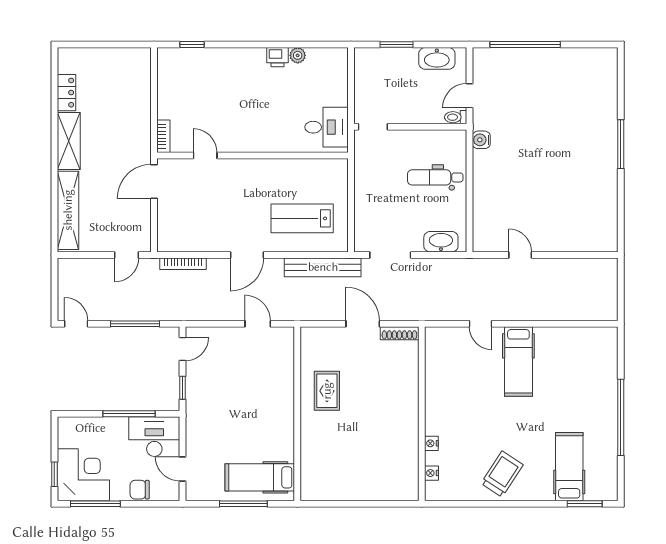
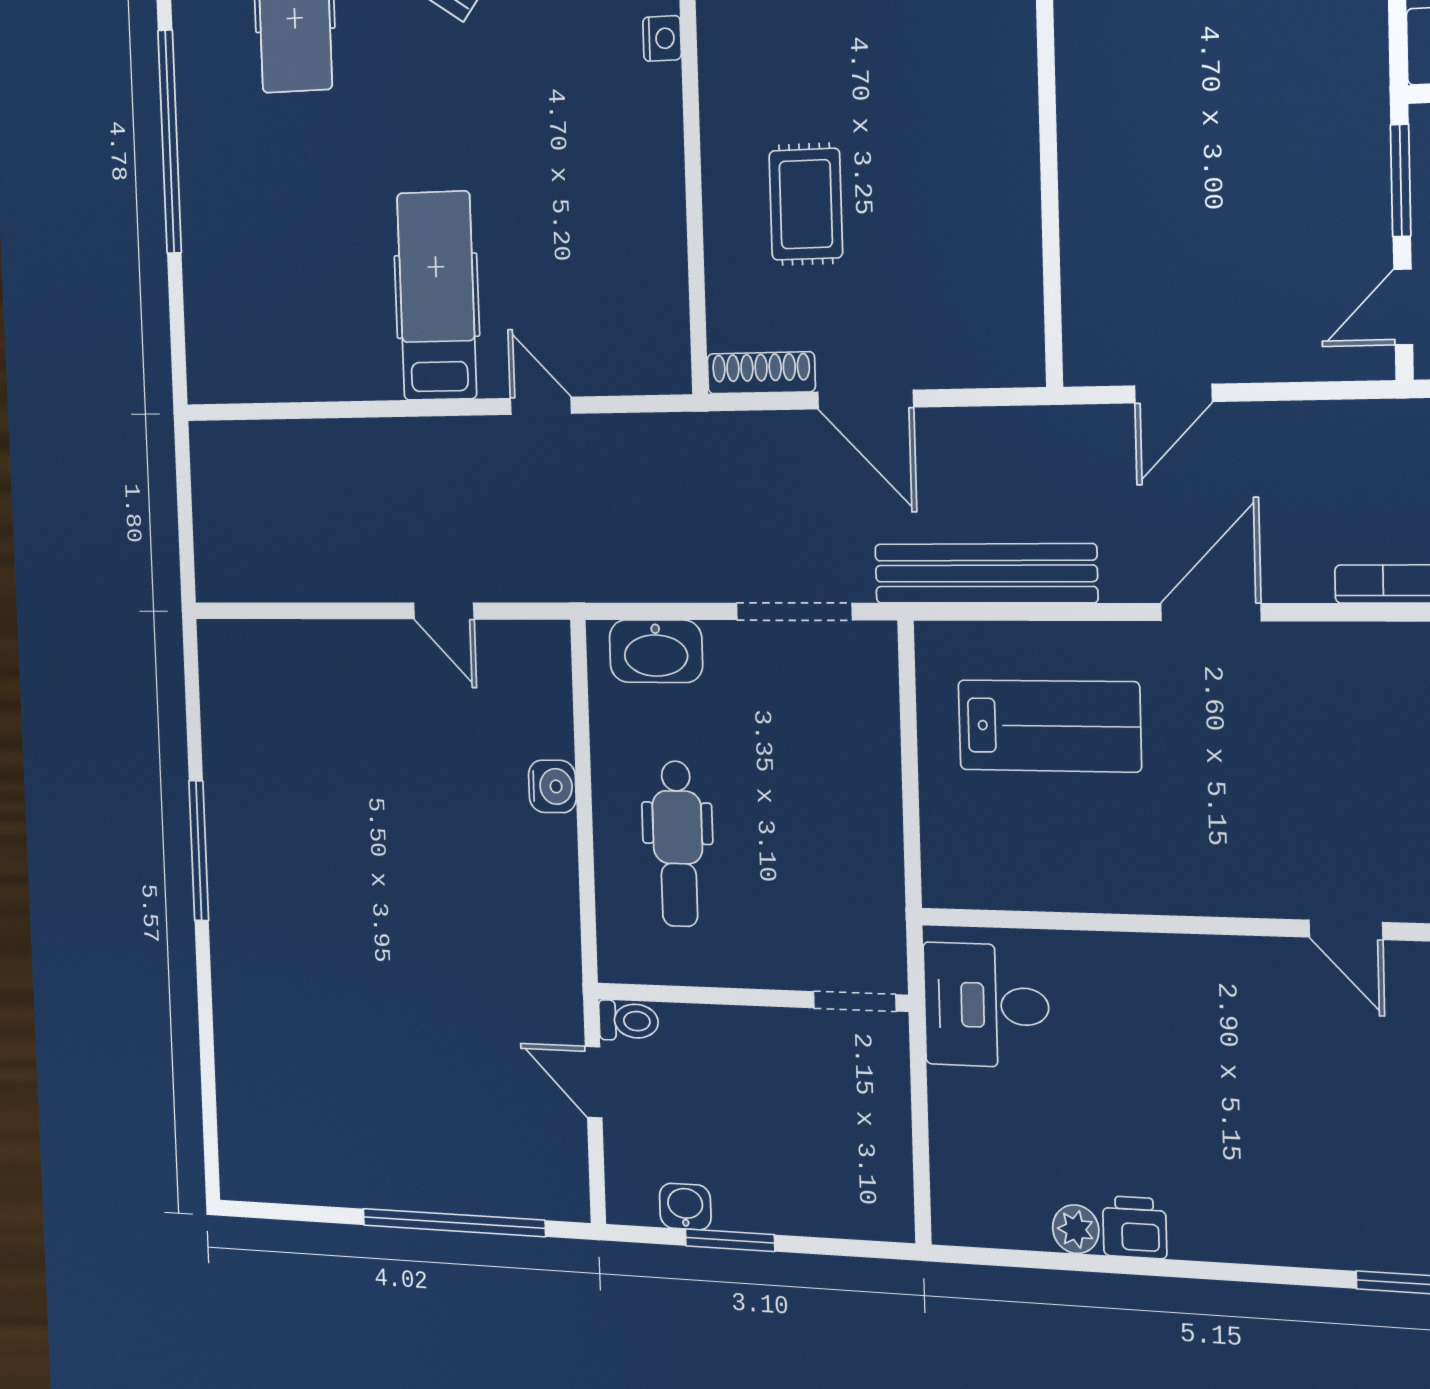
window: (397, 45) -> (730, 1240), moved
washbasin: (437, 58) -> (685, 1207), width x0.52, depth x0.69
door: (470, 96) -> (594, 1082), swing flipped
water cooler: (481, 140) -> (552, 786), moved
window: (621, 144) -> (199, 851), moved
dental chair: (435, 177) -> (678, 844), turned 90
door: (258, 324) -> (1173, 394), hinge flipped
window: (183, 388) -> (1401, 180), width x1.50
rug: (327, 391) -> (806, 204), moved

